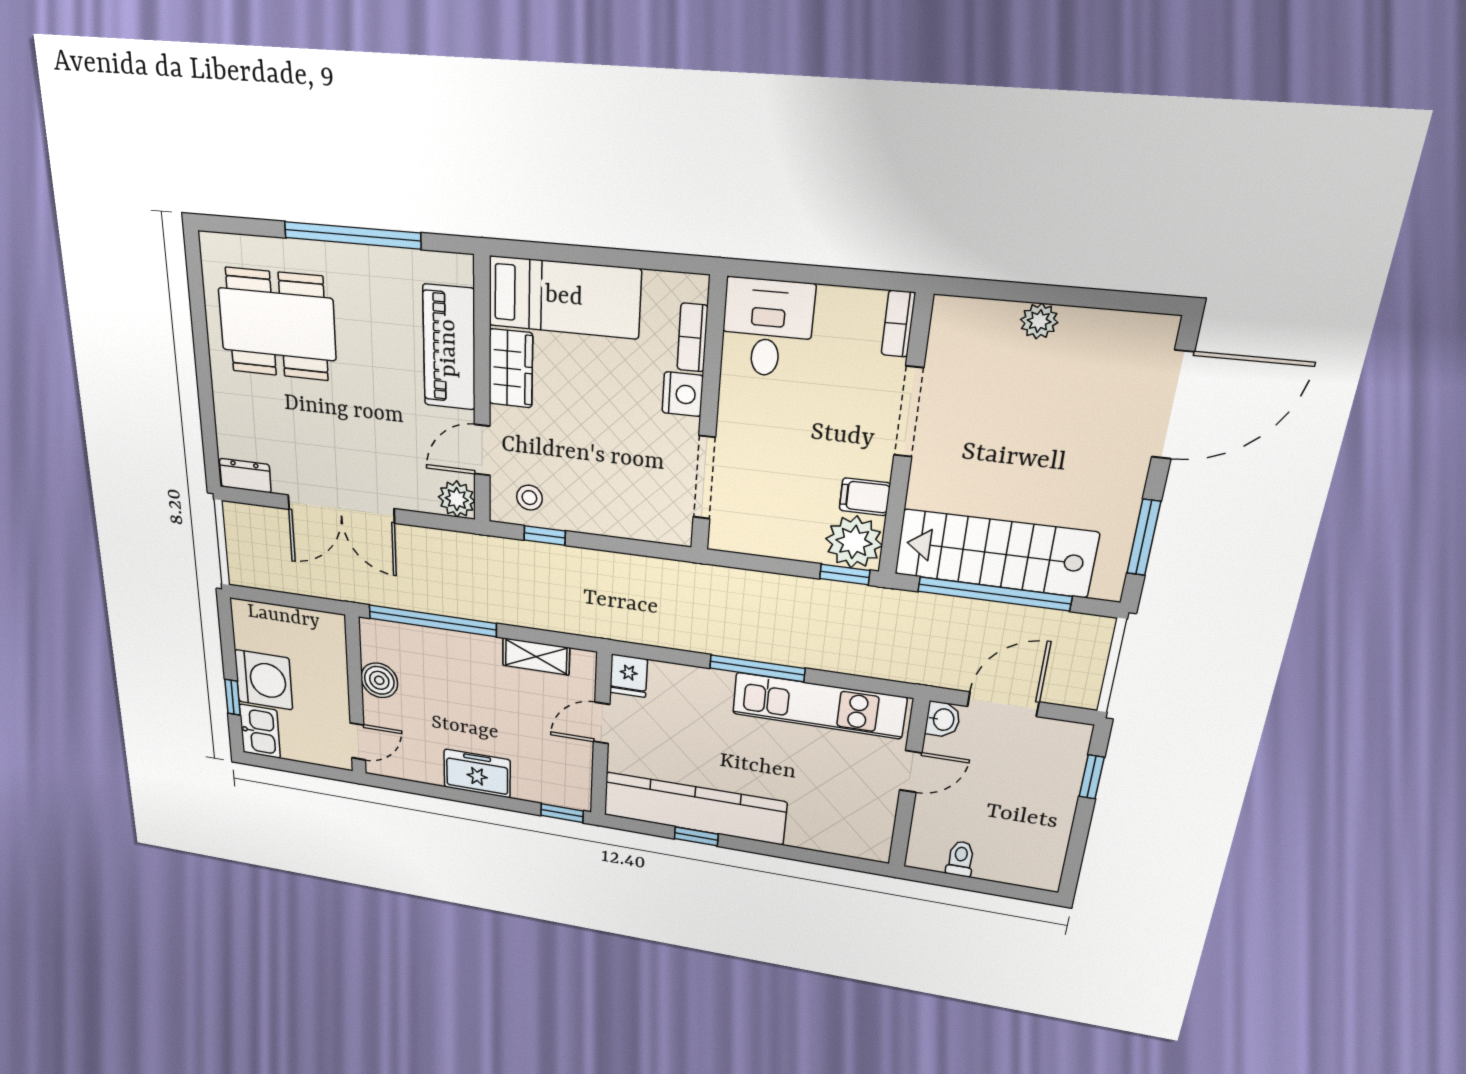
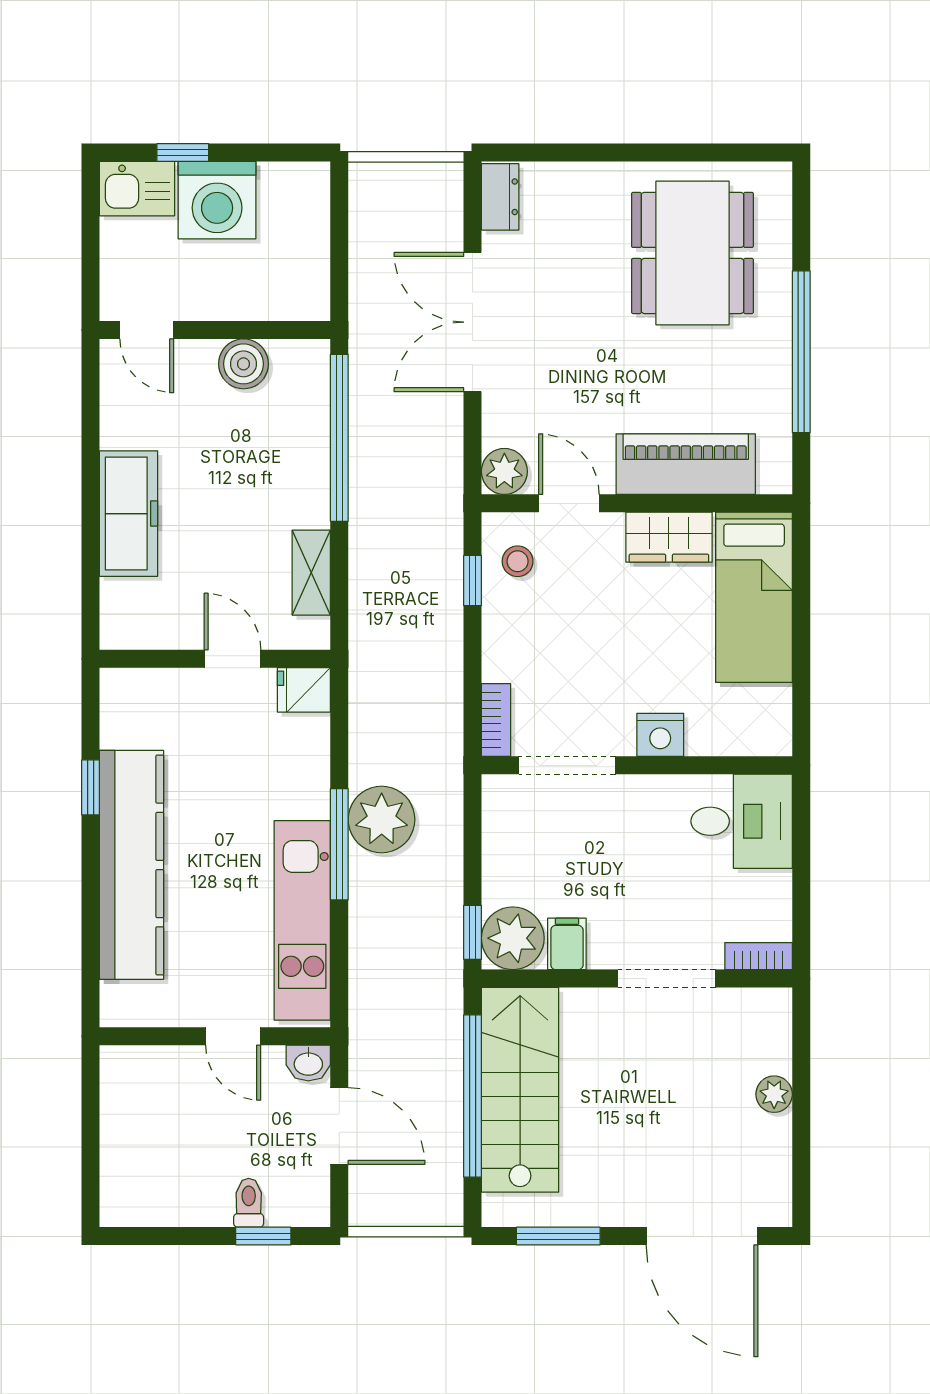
bookcase: (692, 338) -> (496, 720), moved, turned 90
plant: (739, 633) -> (382, 820), added
freezer: (477, 774) -> (129, 514), width x1.40
kitchen counter: (694, 808) -> (132, 865), moved
window: (562, 813) -> (91, 611), removed
toilet: (960, 859) -> (249, 1203), moved, turned -90

